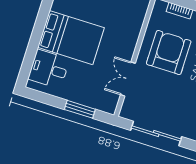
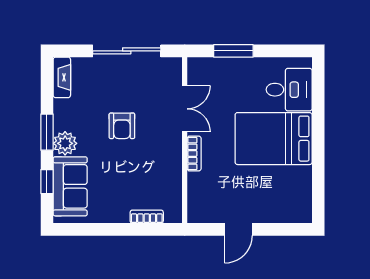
bookcase: (131, 45) -> (194, 154), added
armchair: (169, 53) -> (122, 126), moved, width x0.53, depth x0.53

